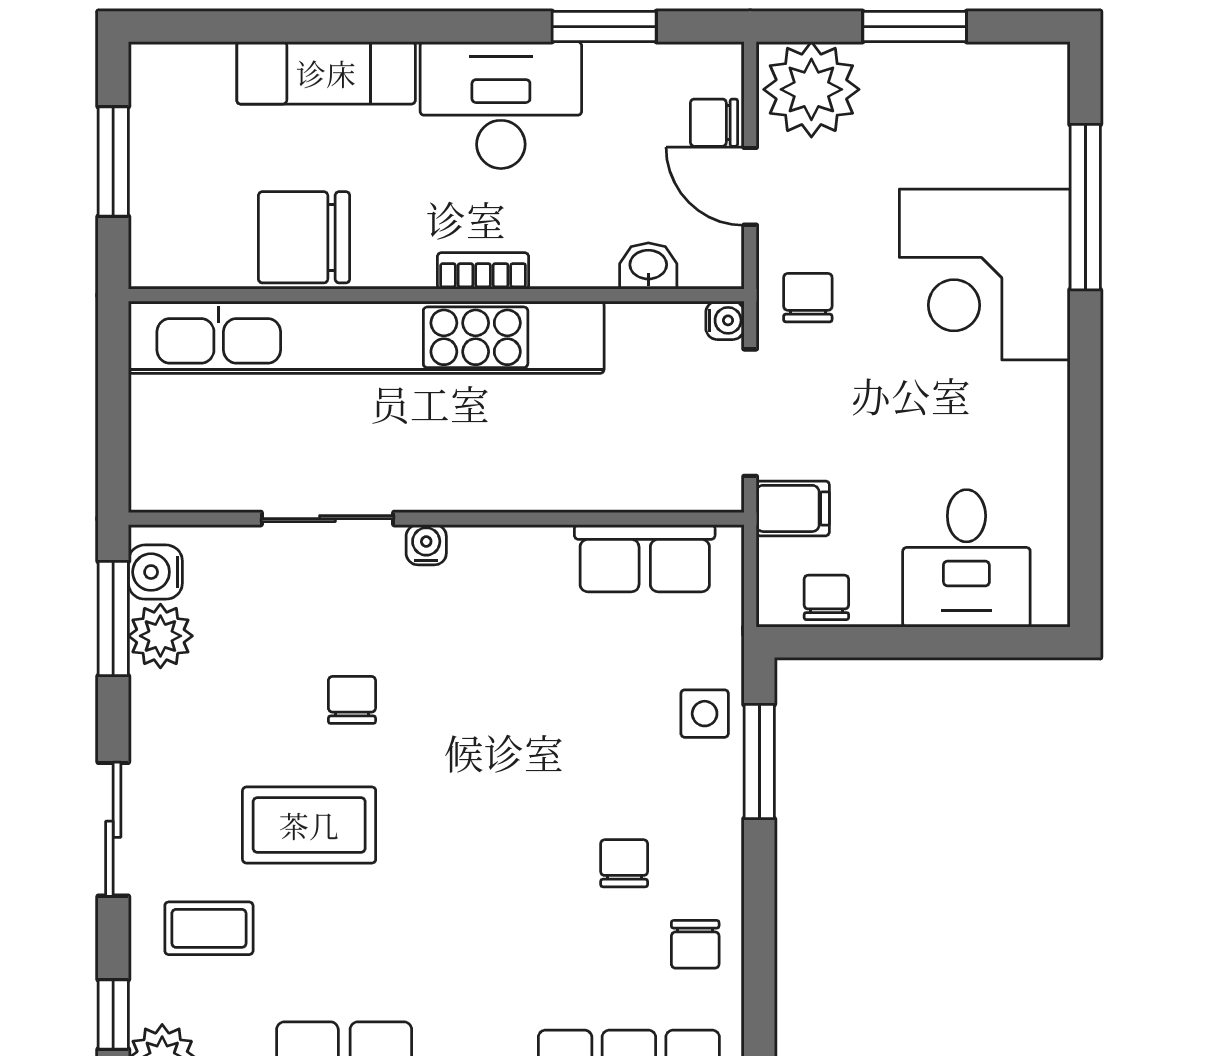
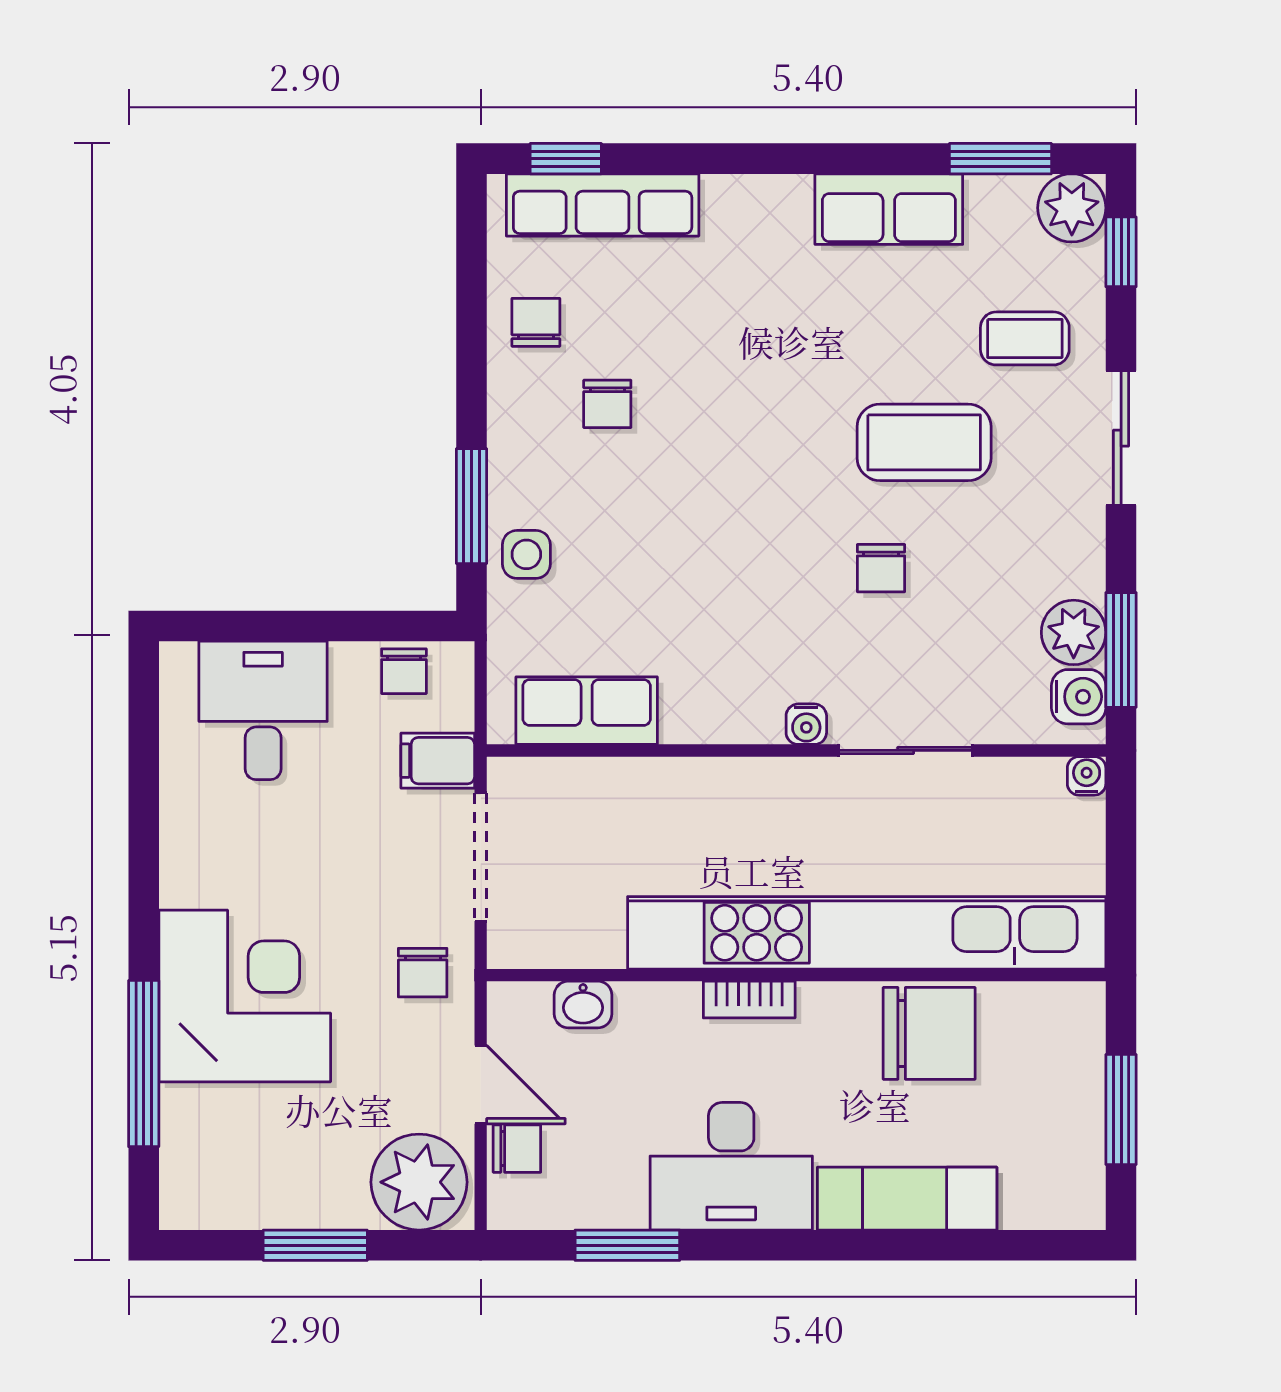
water cooler: (725, 320) -> (1087, 776), moved, turned 90

